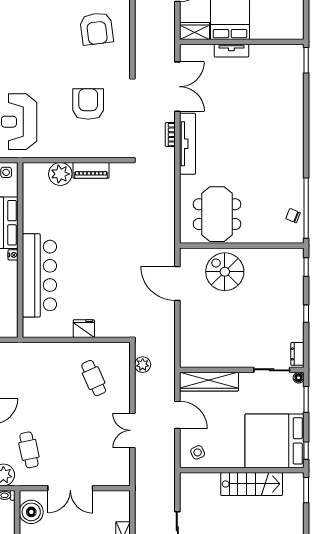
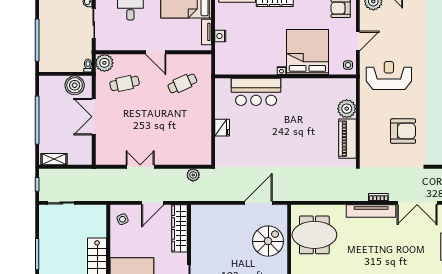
piano: (91, 170) -> (347, 139), width x1.37, depth x1.33
bar counter: (39, 275) -> (256, 92), width x0.73
cafe table: (94, 378) -> (182, 83), moved

